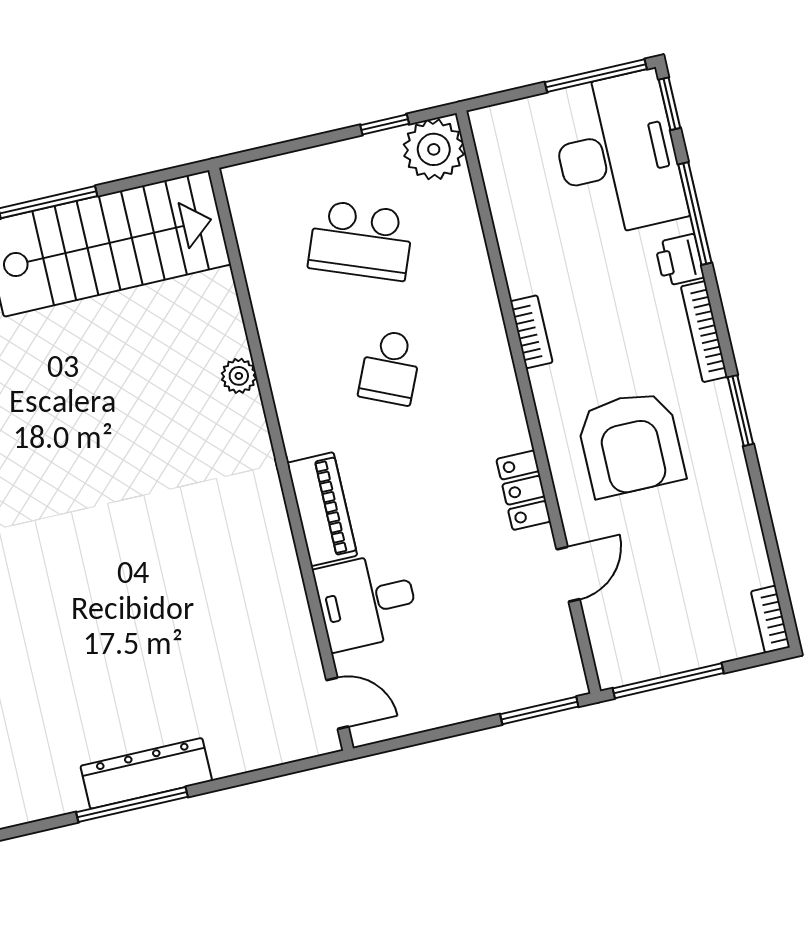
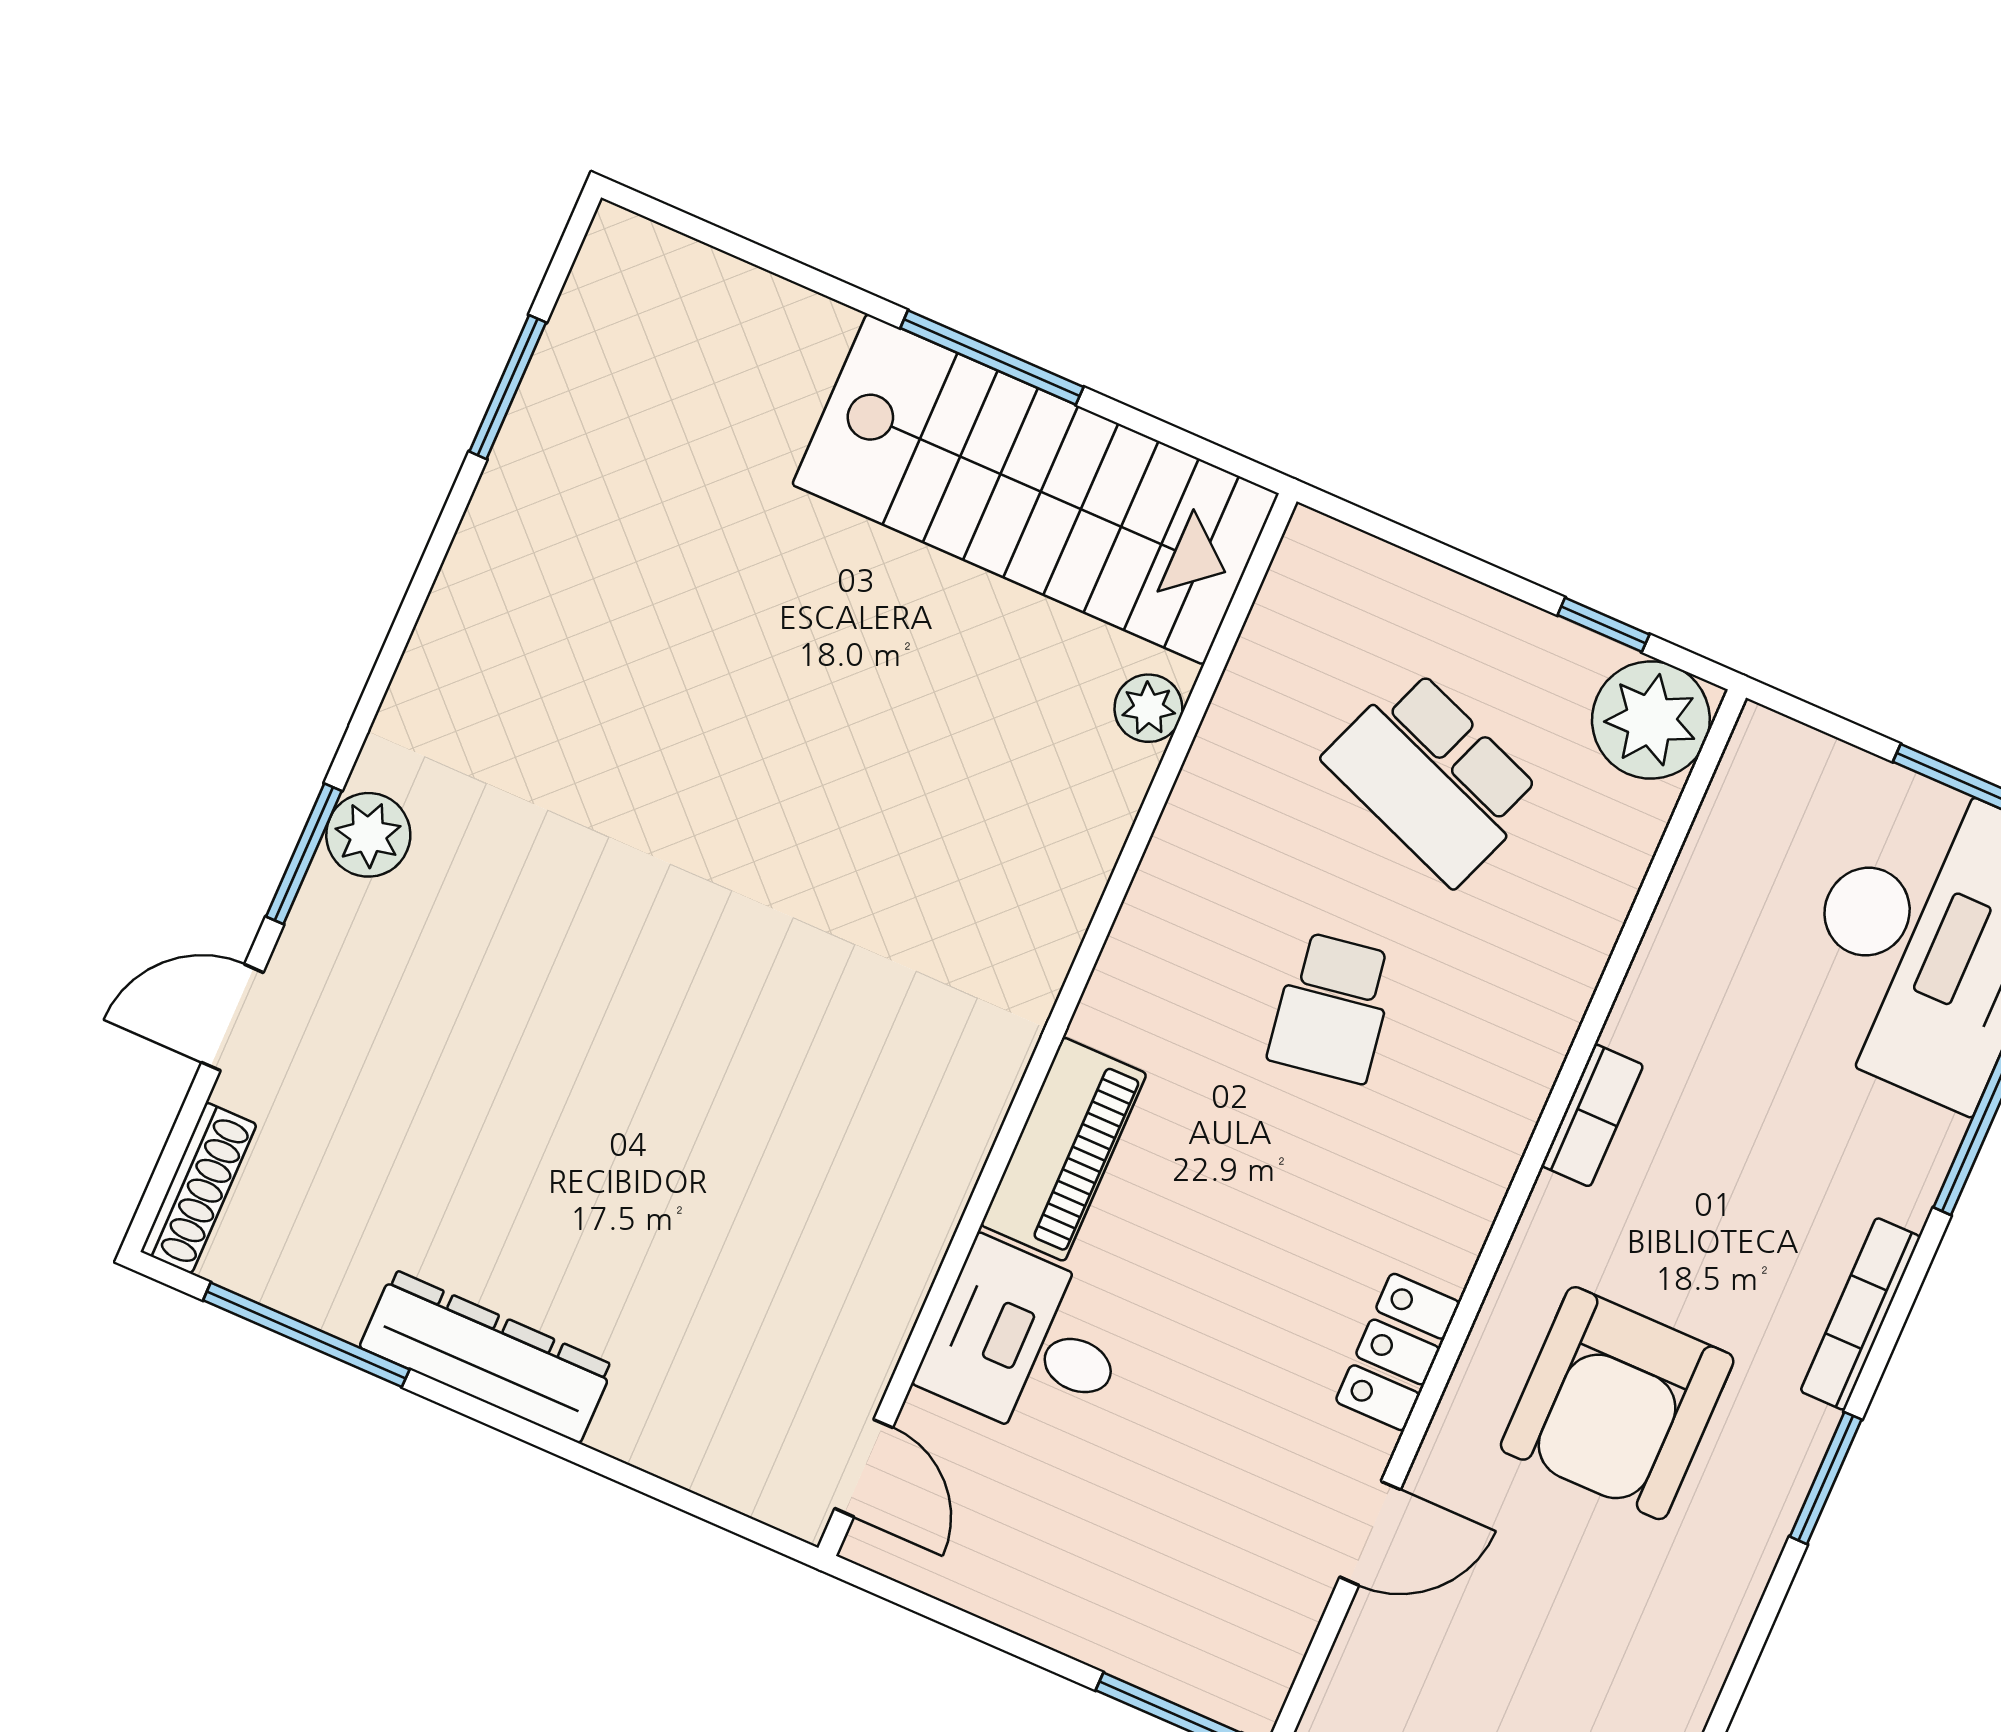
printer: (679, 260) -> (1904, 1175), removed
school desk: (390, 367) -> (1332, 1008), turned -33
plant: (239, 376) -> (1148, 708), moved
window: (132, 805) -> (306, 1335), moved

